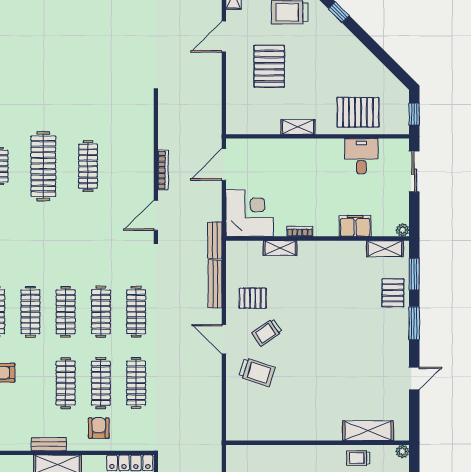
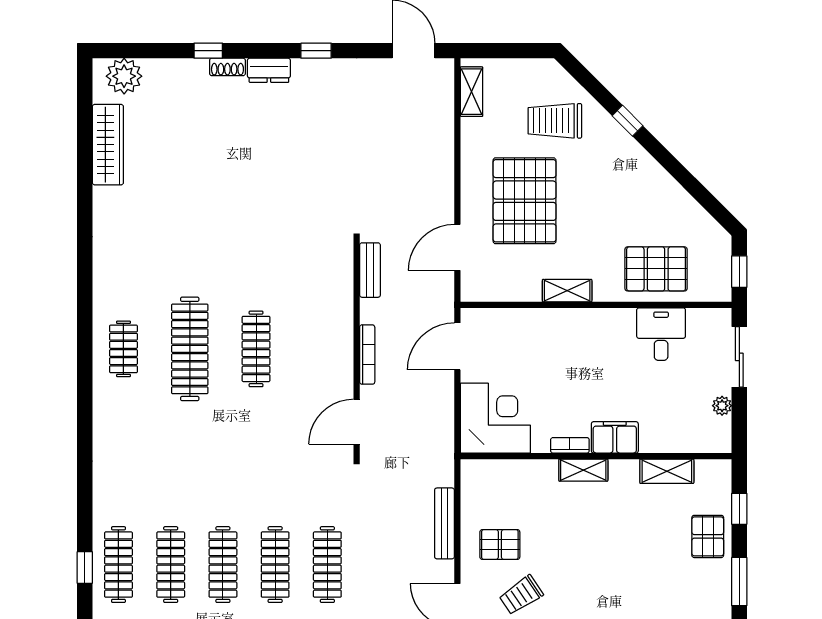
door: (224, 37) -> (457, 247), moved
pallet: (269, 66) -> (525, 201), width x1.37, depth x1.41
filing cabinet: (355, 226) -> (615, 437), moved
plant: (403, 230) -> (722, 406), moved
bench: (215, 240) -> (370, 270), moved
shelving: (280, 248) -> (583, 470), moved
shelving: (385, 249) -> (667, 471), moved
window: (414, 274) -> (739, 509), width x0.67

